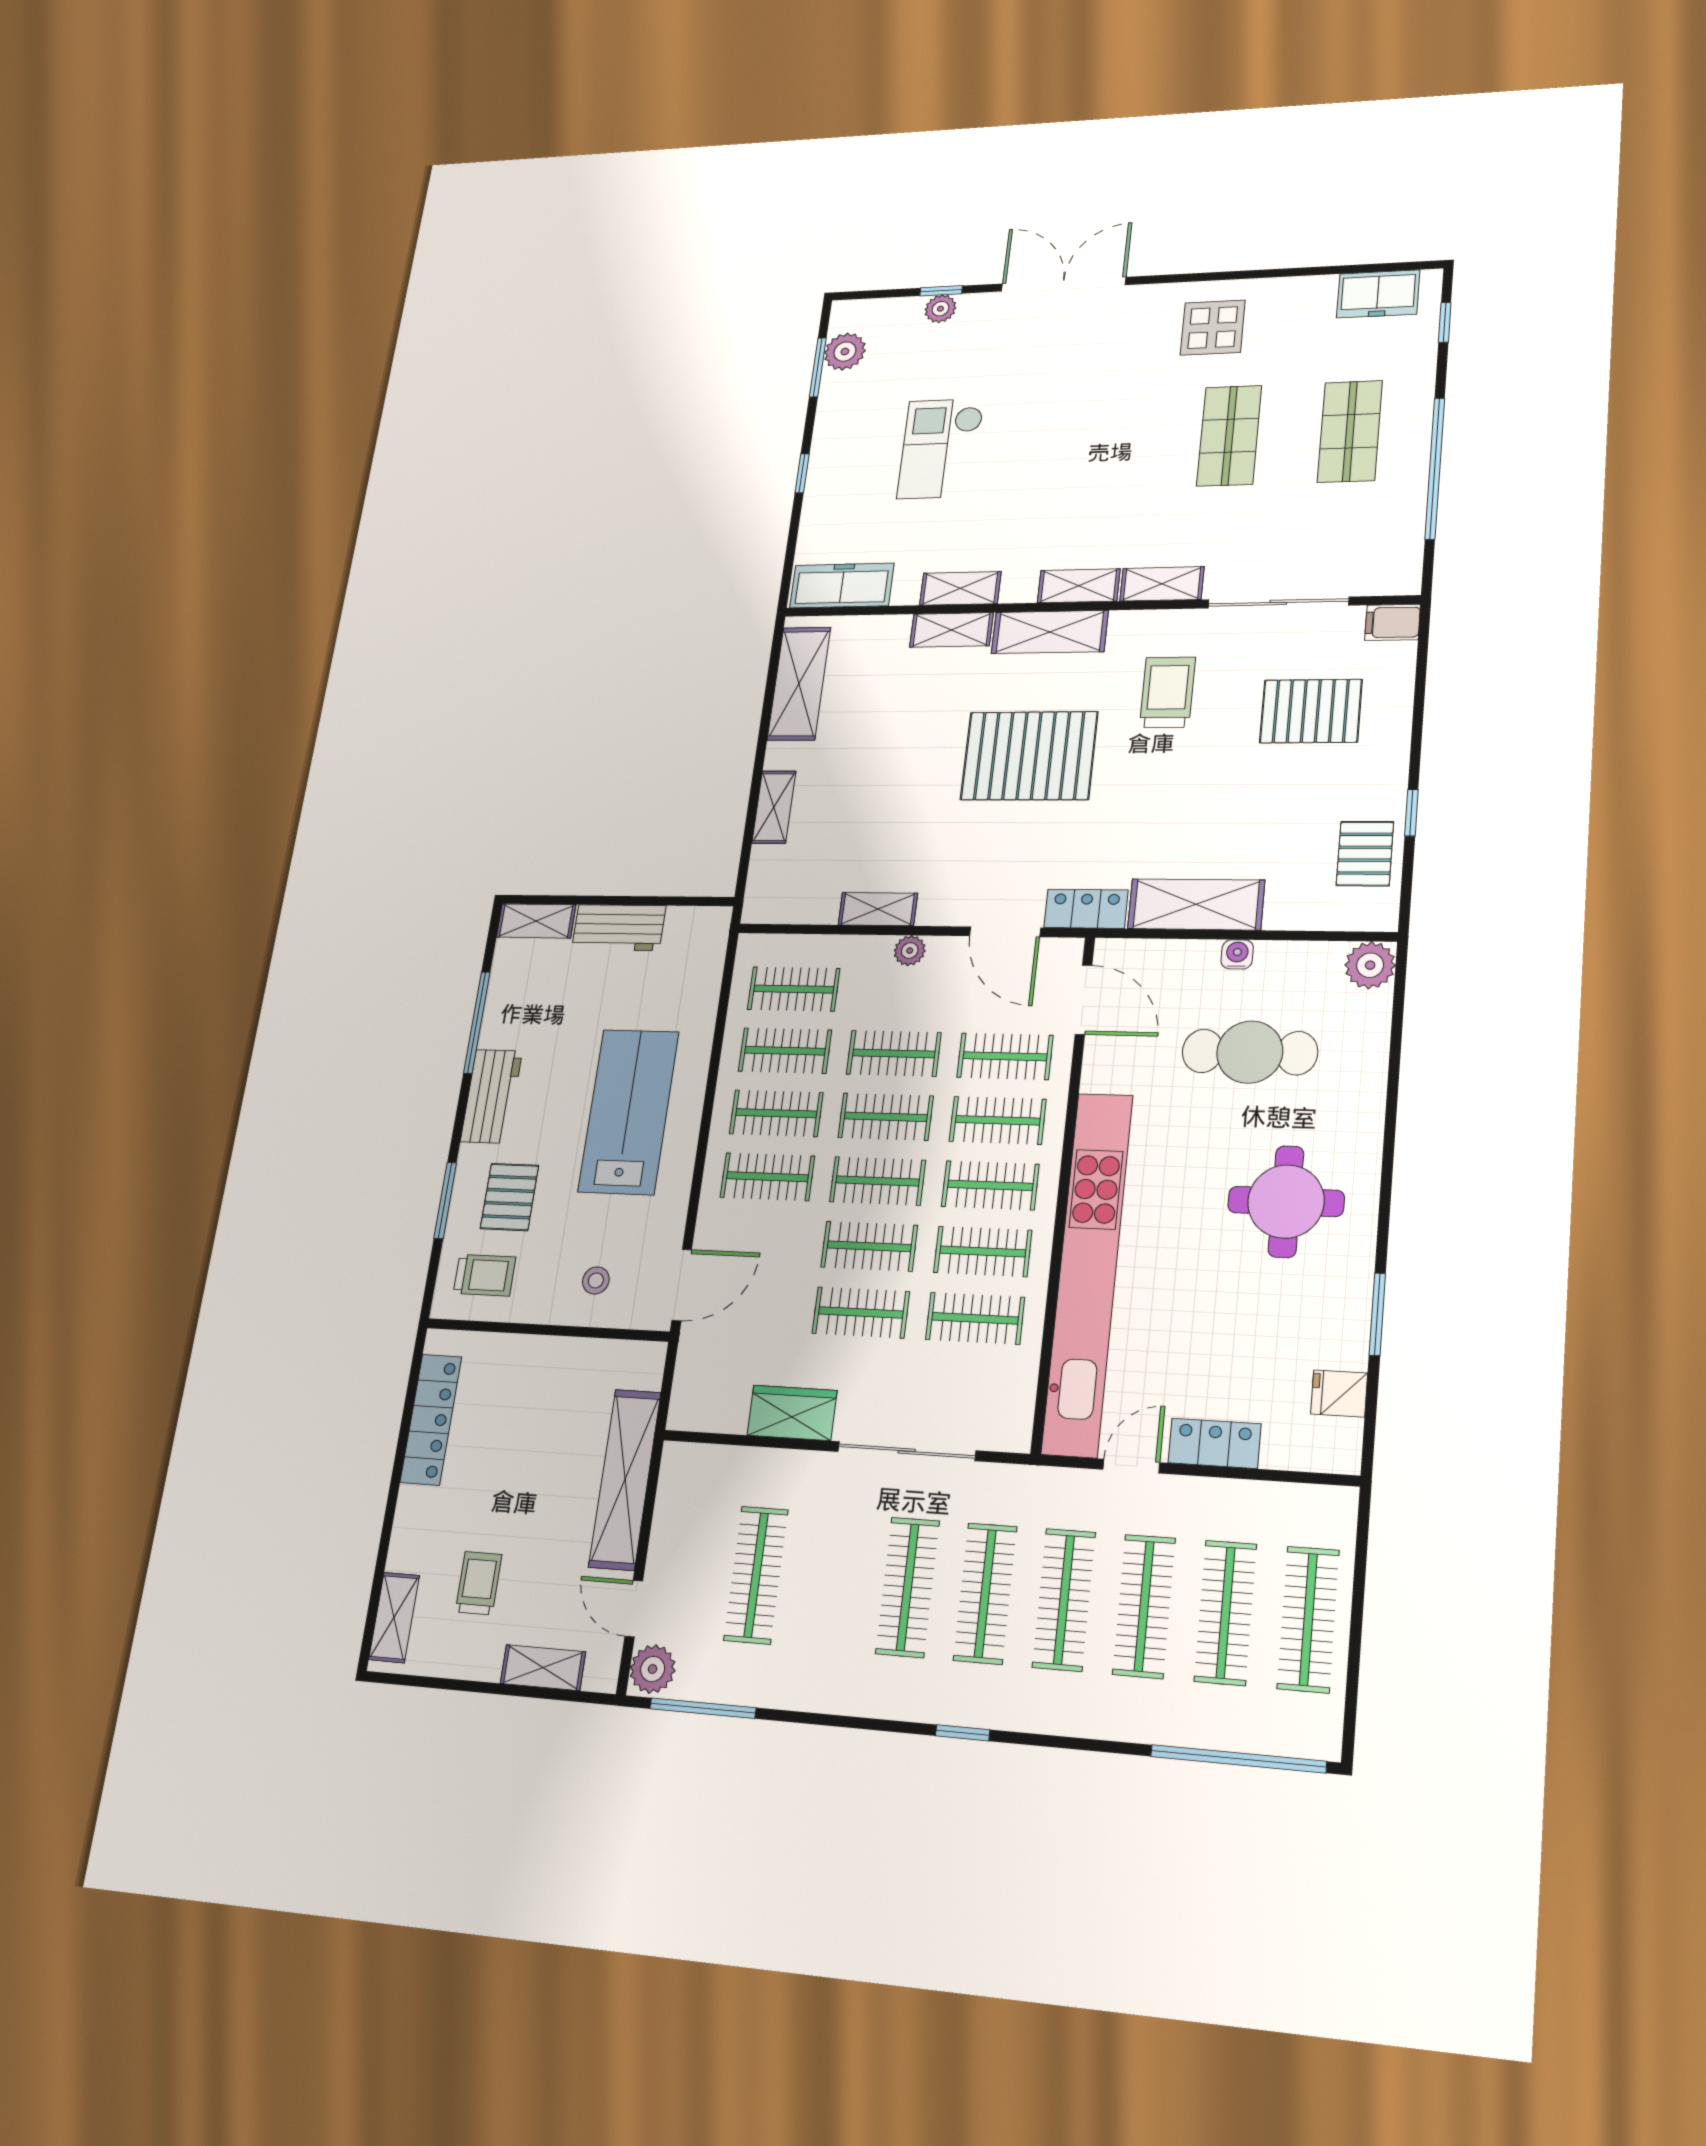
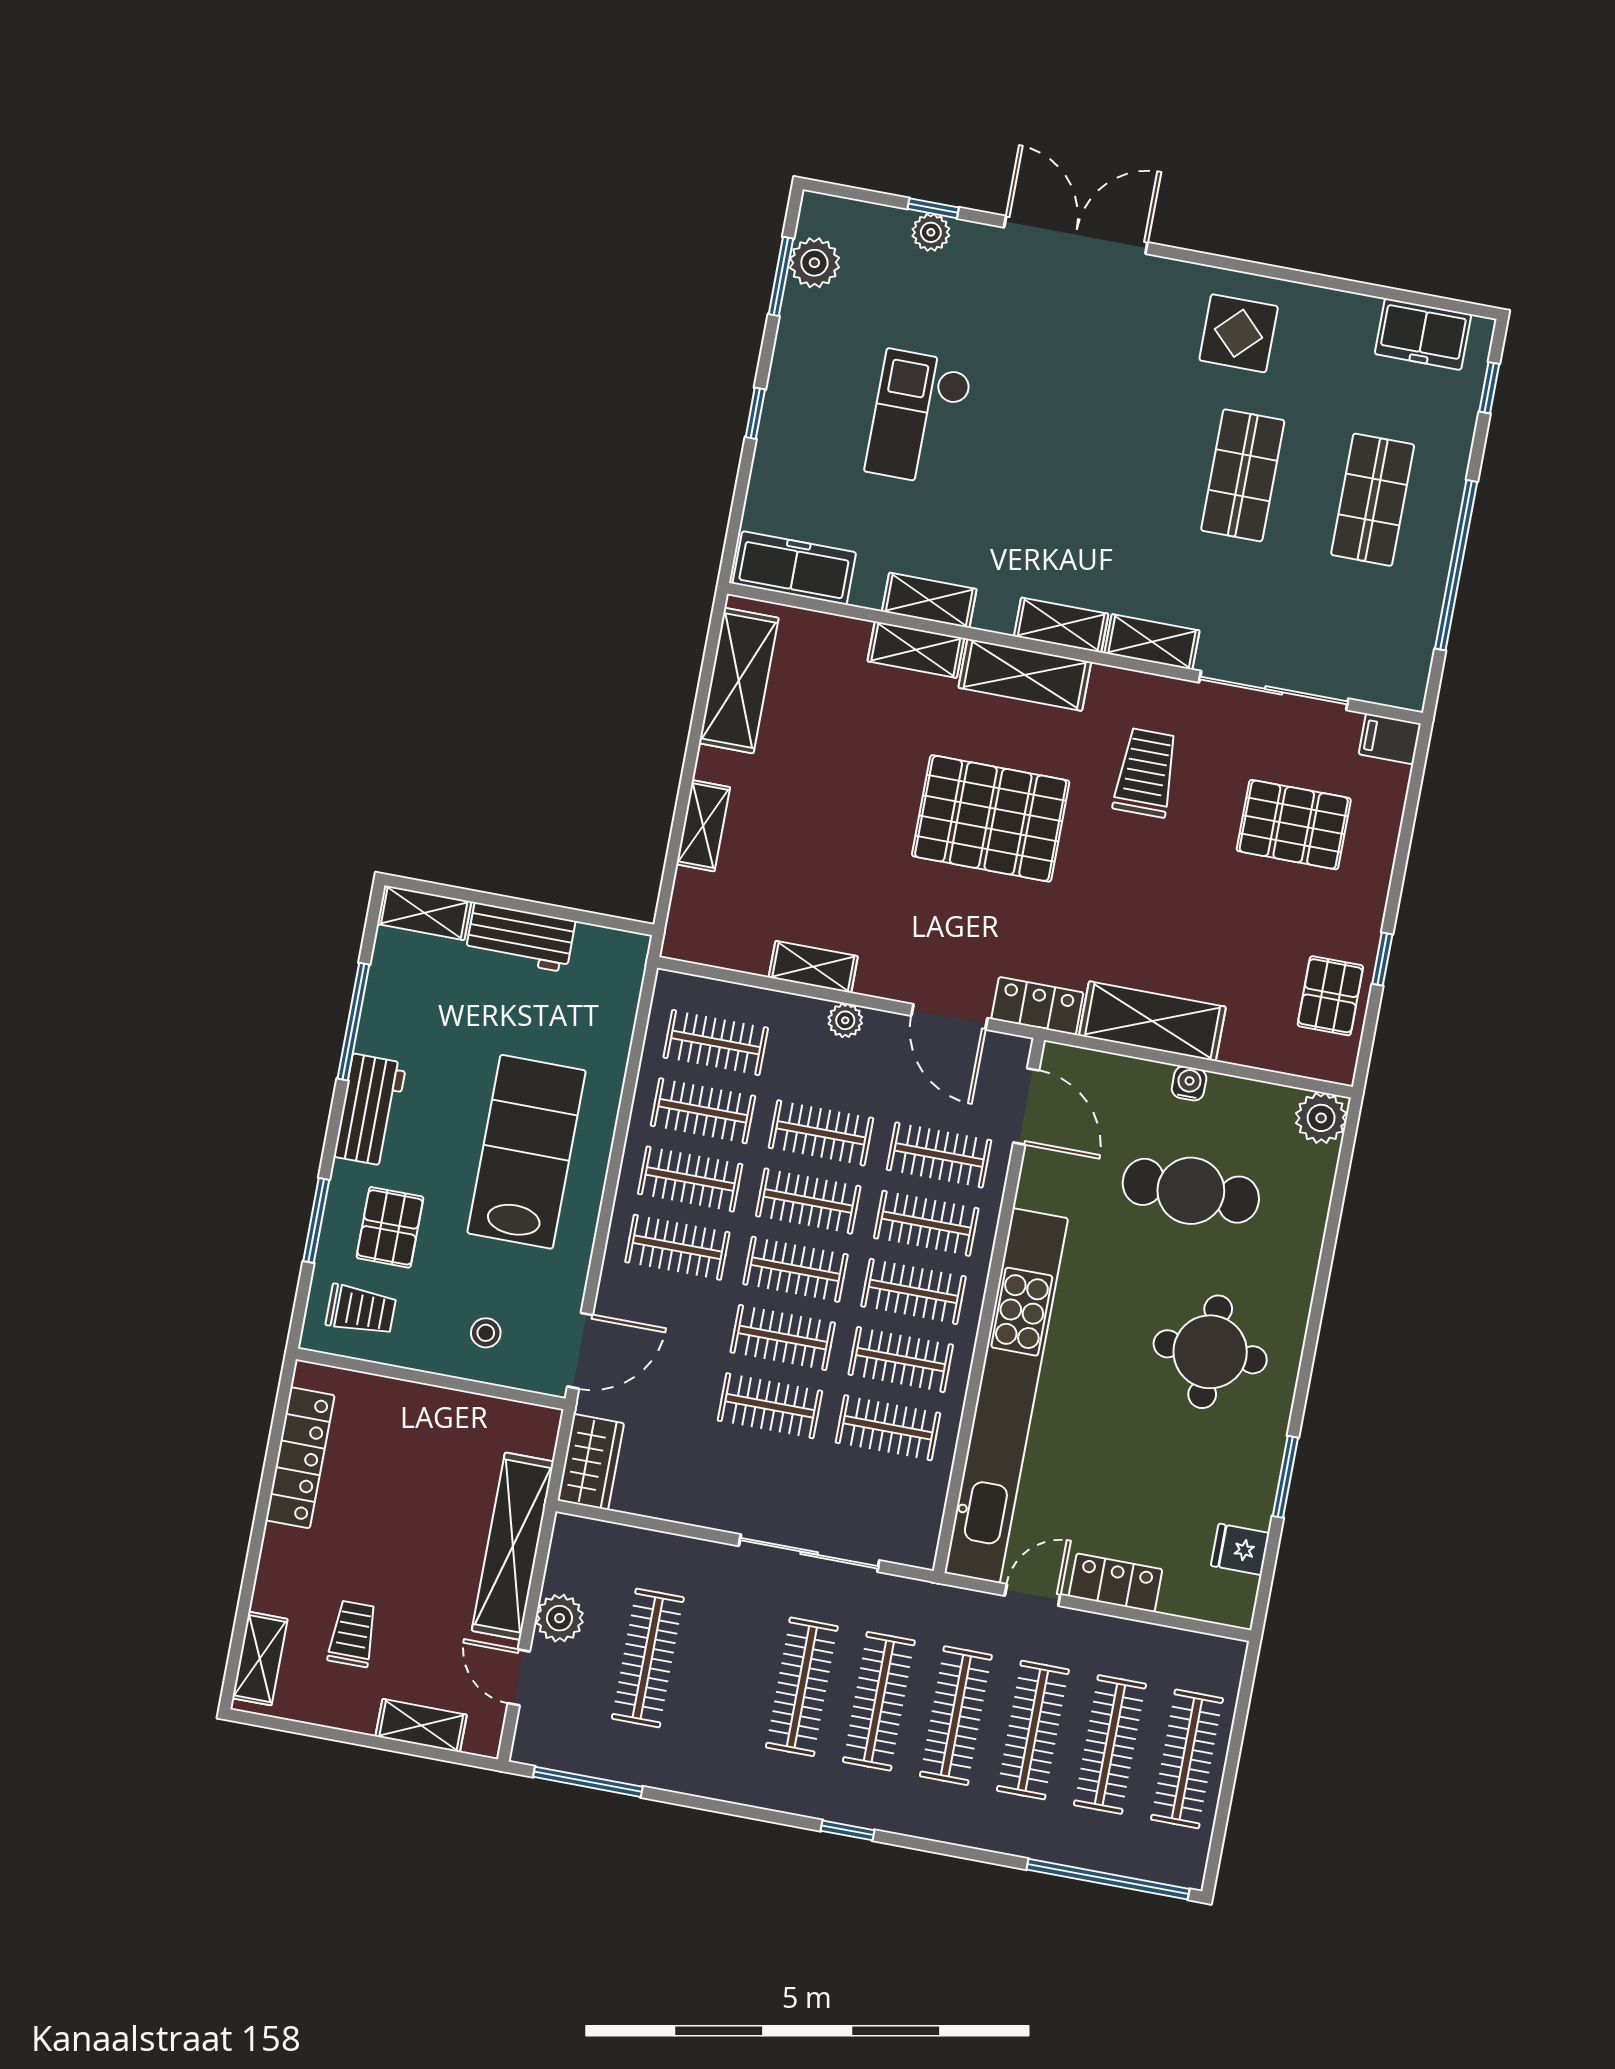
wardrobe: (792, 1413) -> (591, 1462), moved, turned 90
plant: (653, 1669) -> (560, 1618), moved

